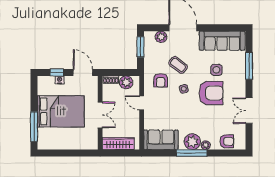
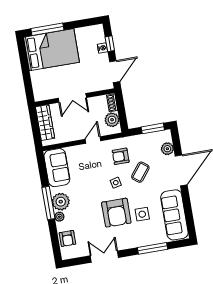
bed: (61, 111) -> (51, 50), moved, turned -90

